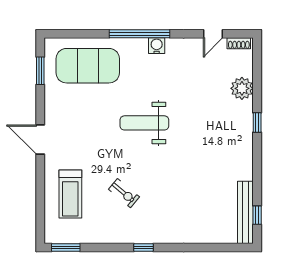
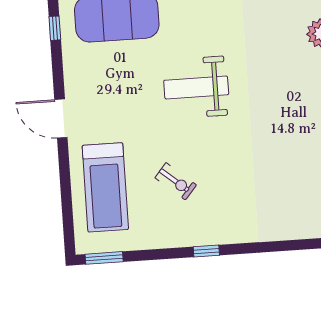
window: (40, 71) -> (55, 28), width x0.67
treadmill: (70, 194) -> (105, 187), width x1.37, depth x1.37

